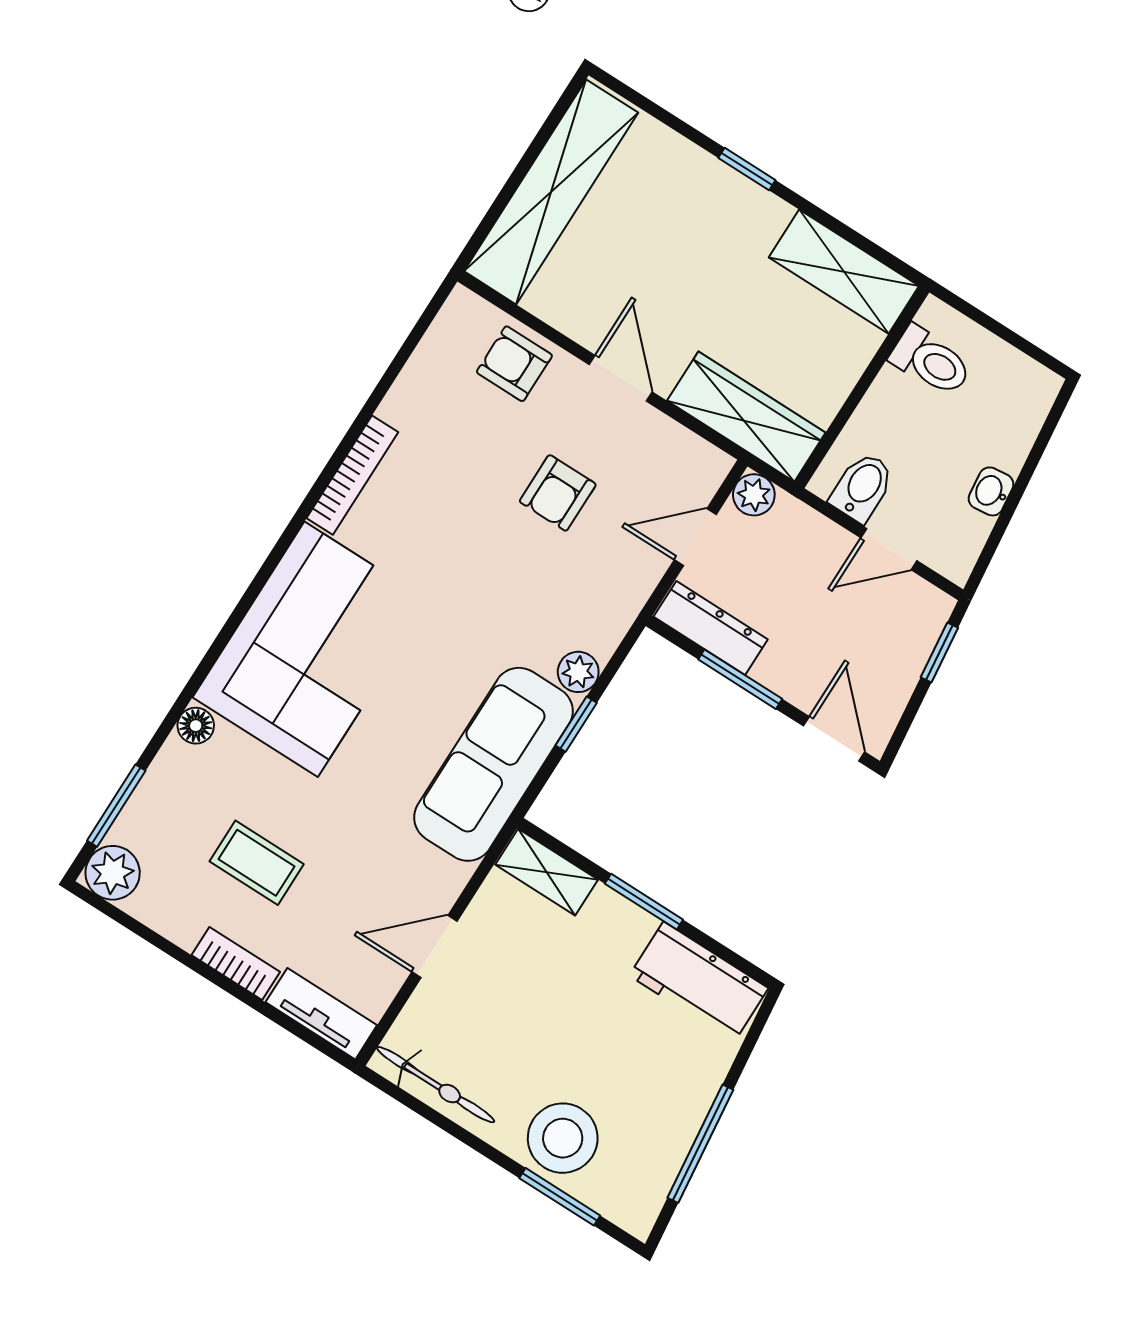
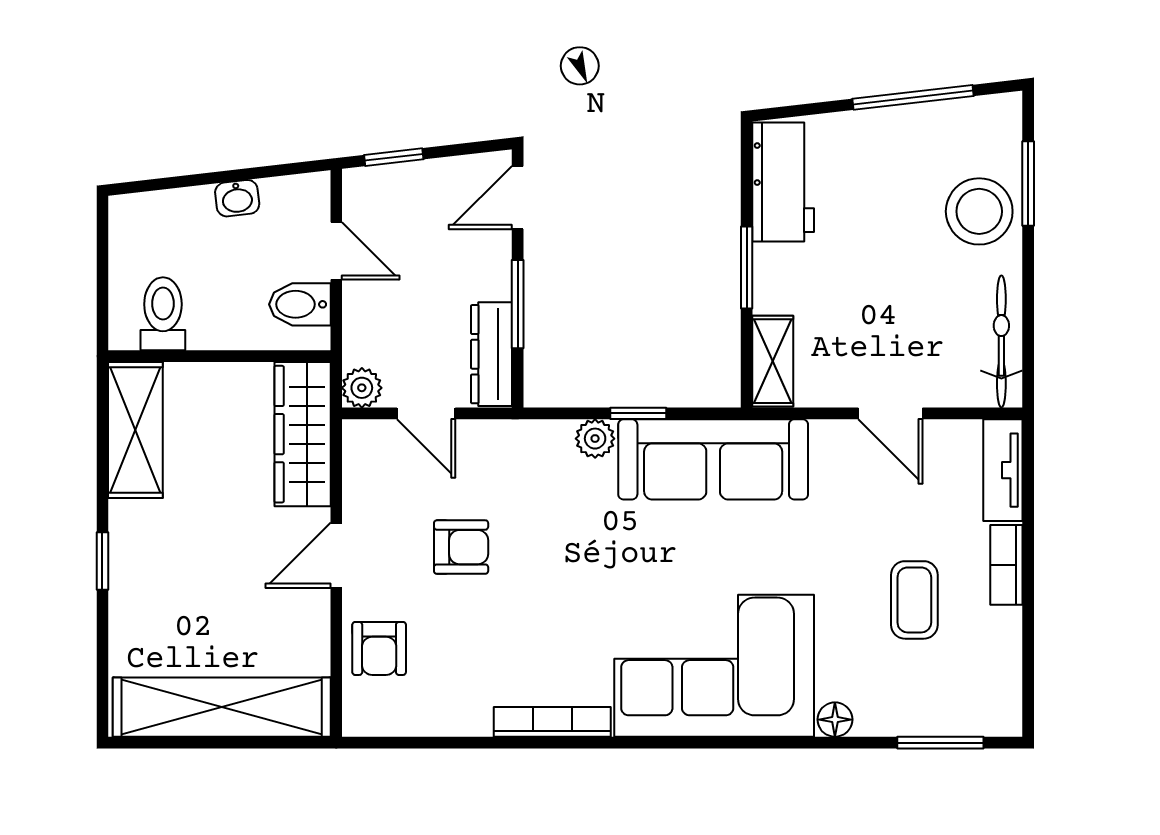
plant: (113, 873) -> (996, 711), removed

